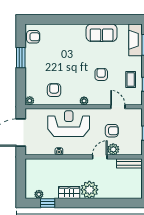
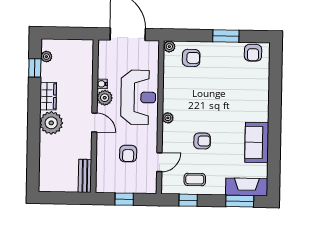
armchair: (54, 90) -> (191, 58), moved
plant: (113, 149) -> (105, 98), moved
door: (100, 157) -> (94, 122), moved

